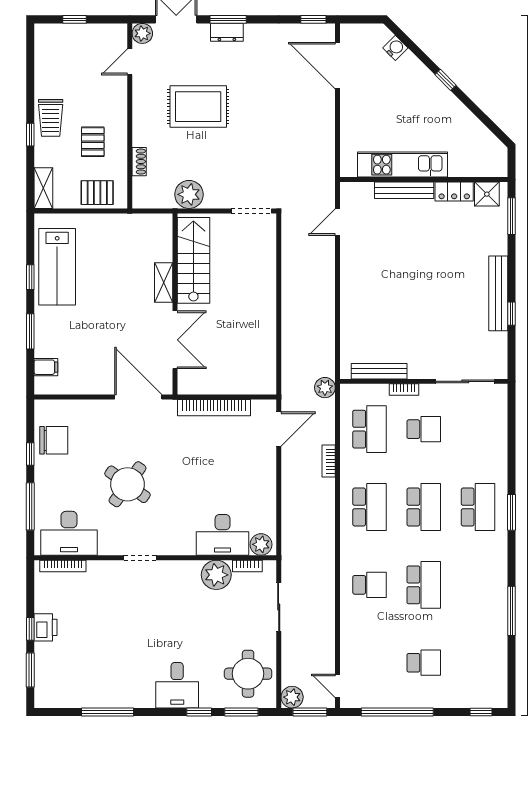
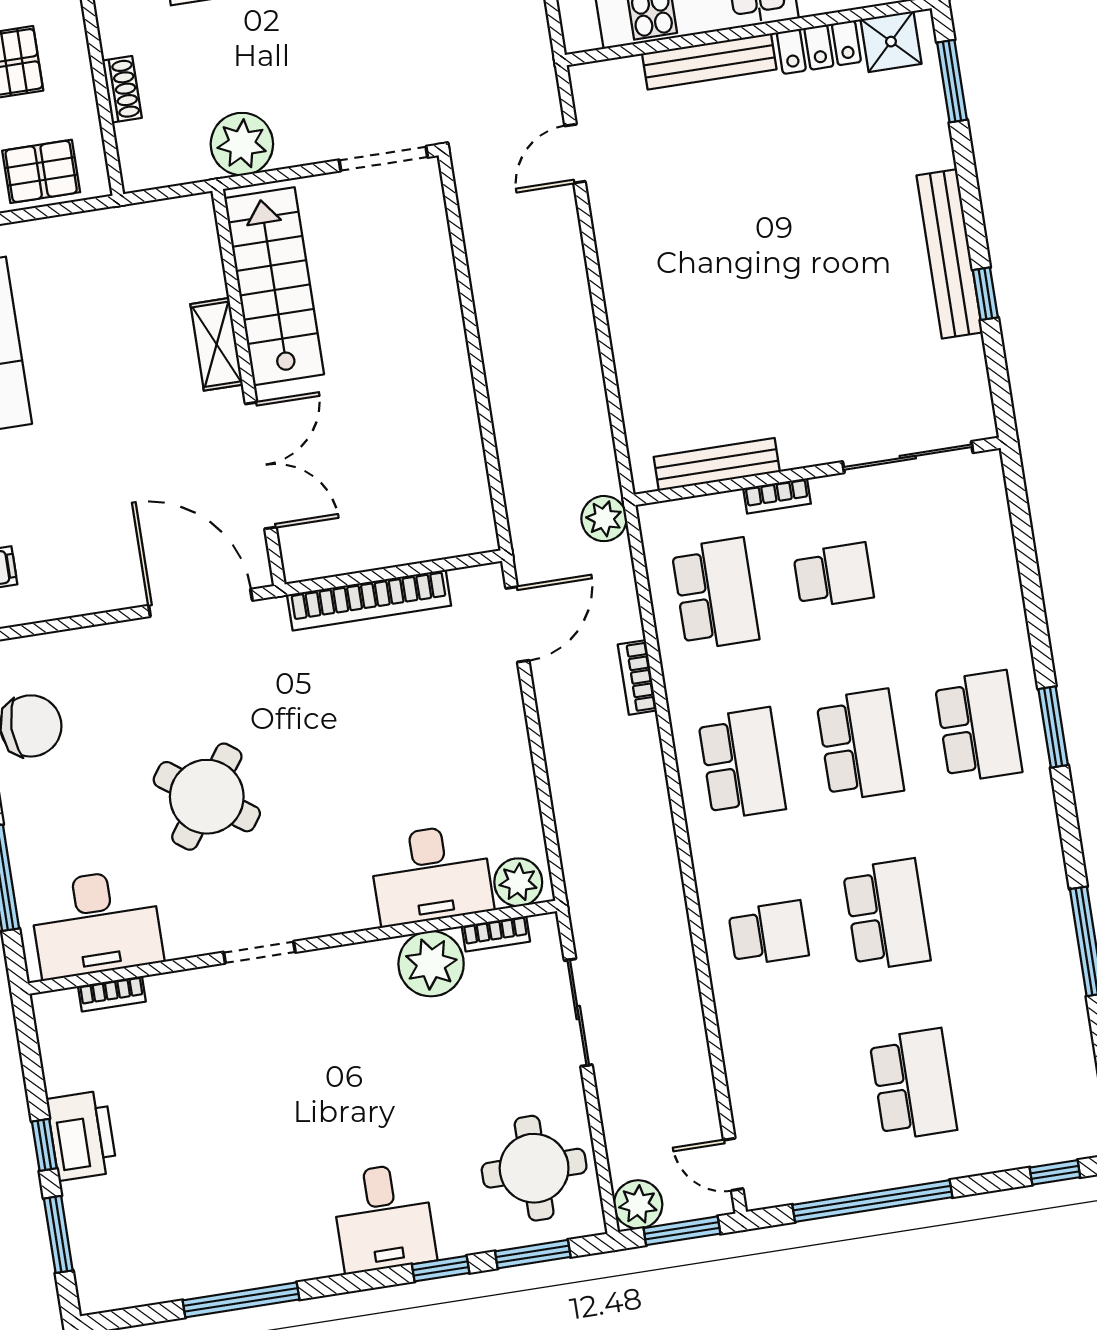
bookcase: (63, 566) -> (112, 994), width x0.64
printer: (46, 627) -> (82, 1136), width x1.37, depth x1.19
school desk: (424, 663) -> (913, 1084), width x1.85

